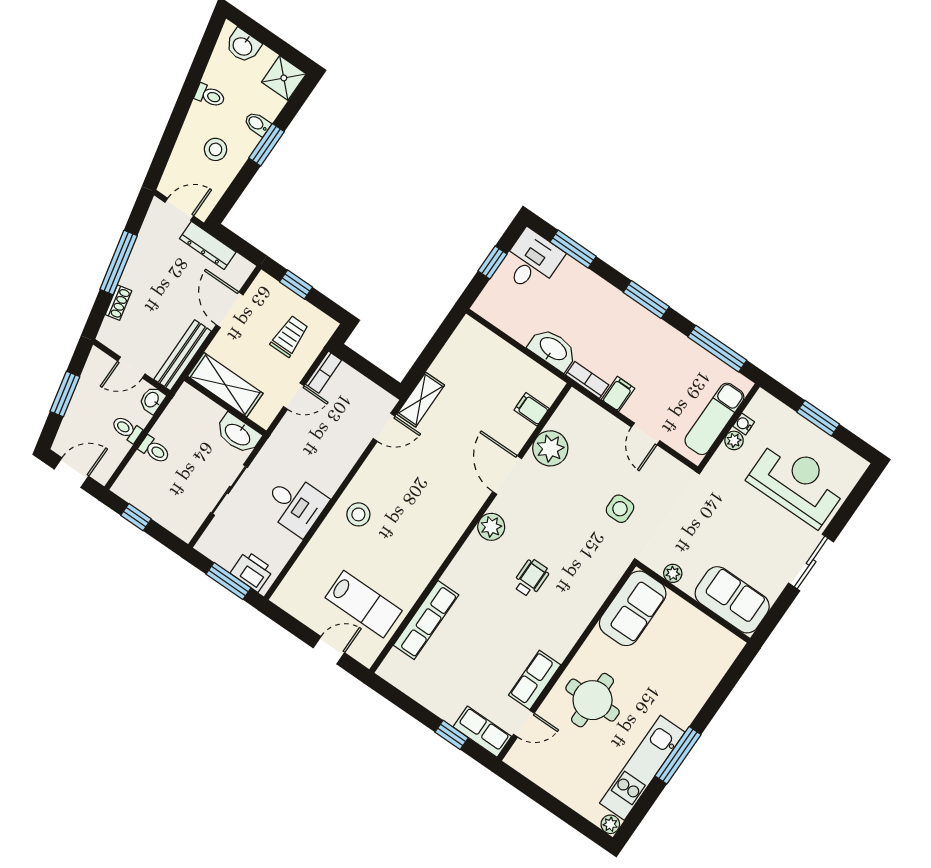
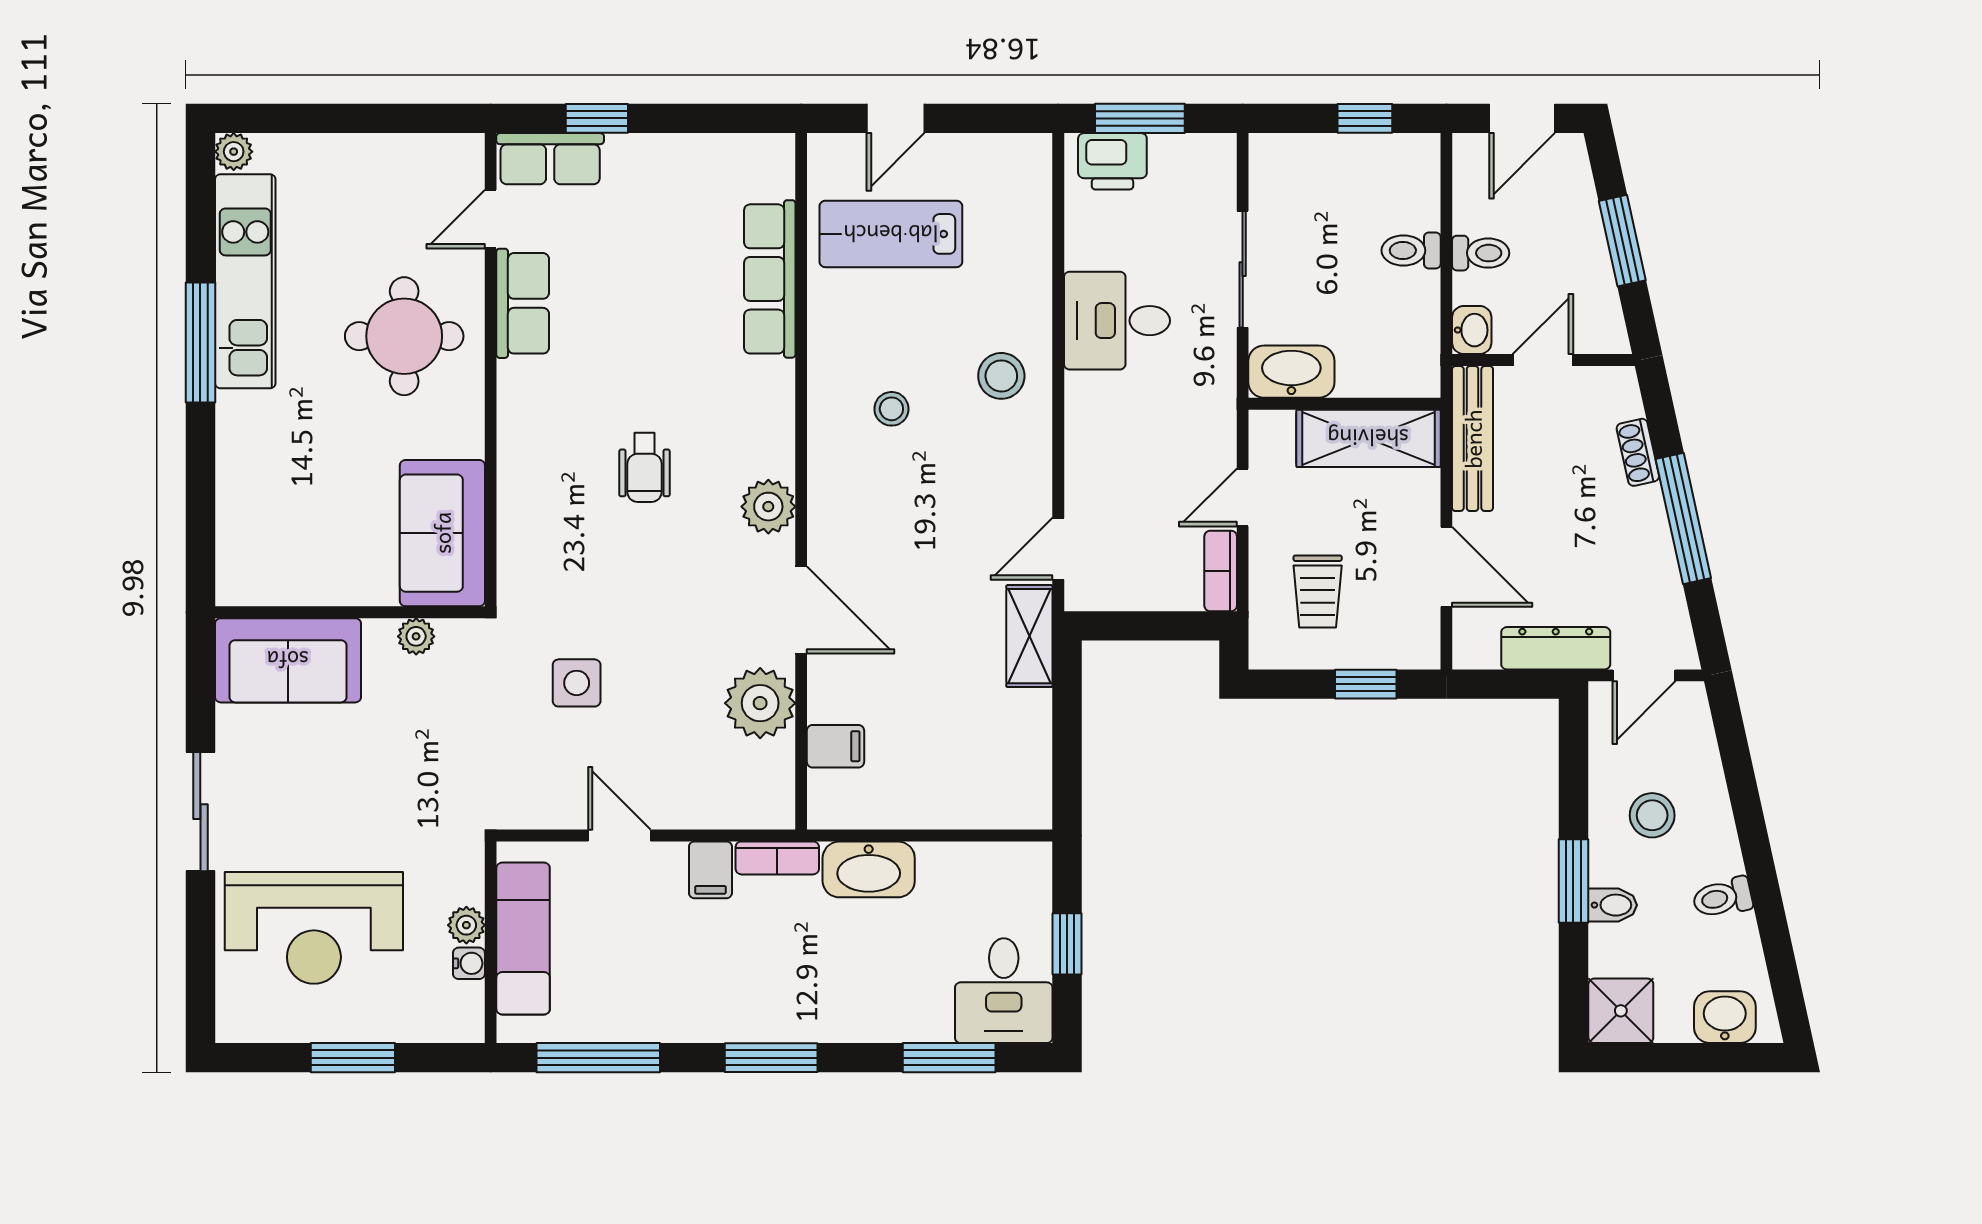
stool: (413, 532) -> (891, 409), added

